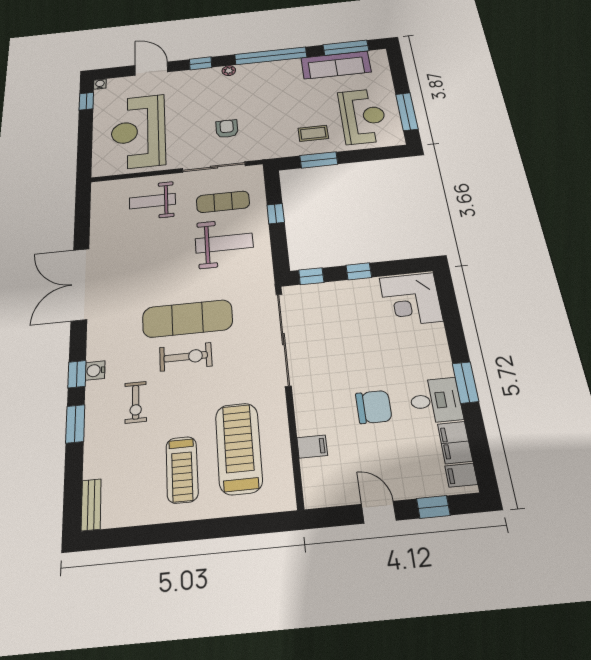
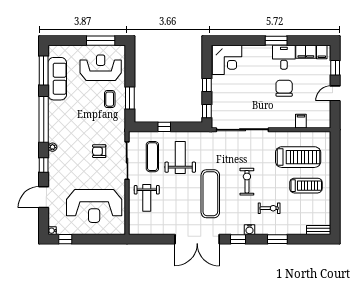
exercise mat: (188, 319) -> (210, 194), moved
window: (77, 374) -> (238, 239), moved
treadmill: (239, 448) -> (298, 157), turned 180

